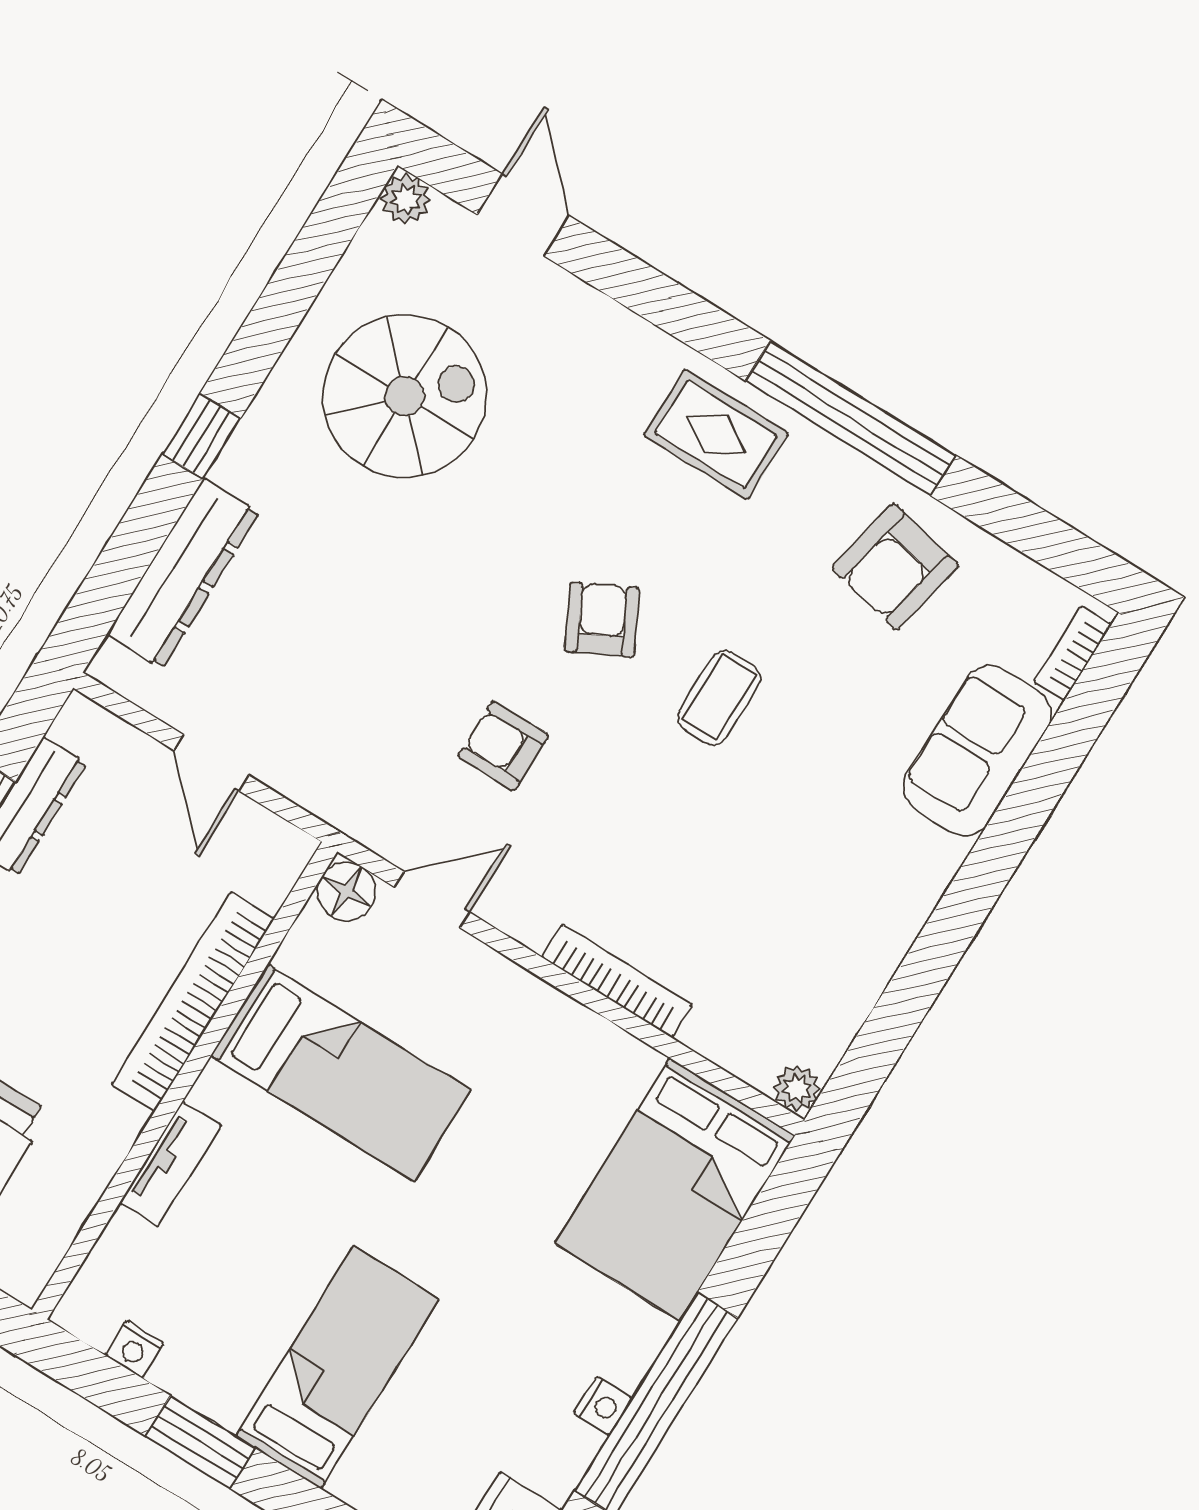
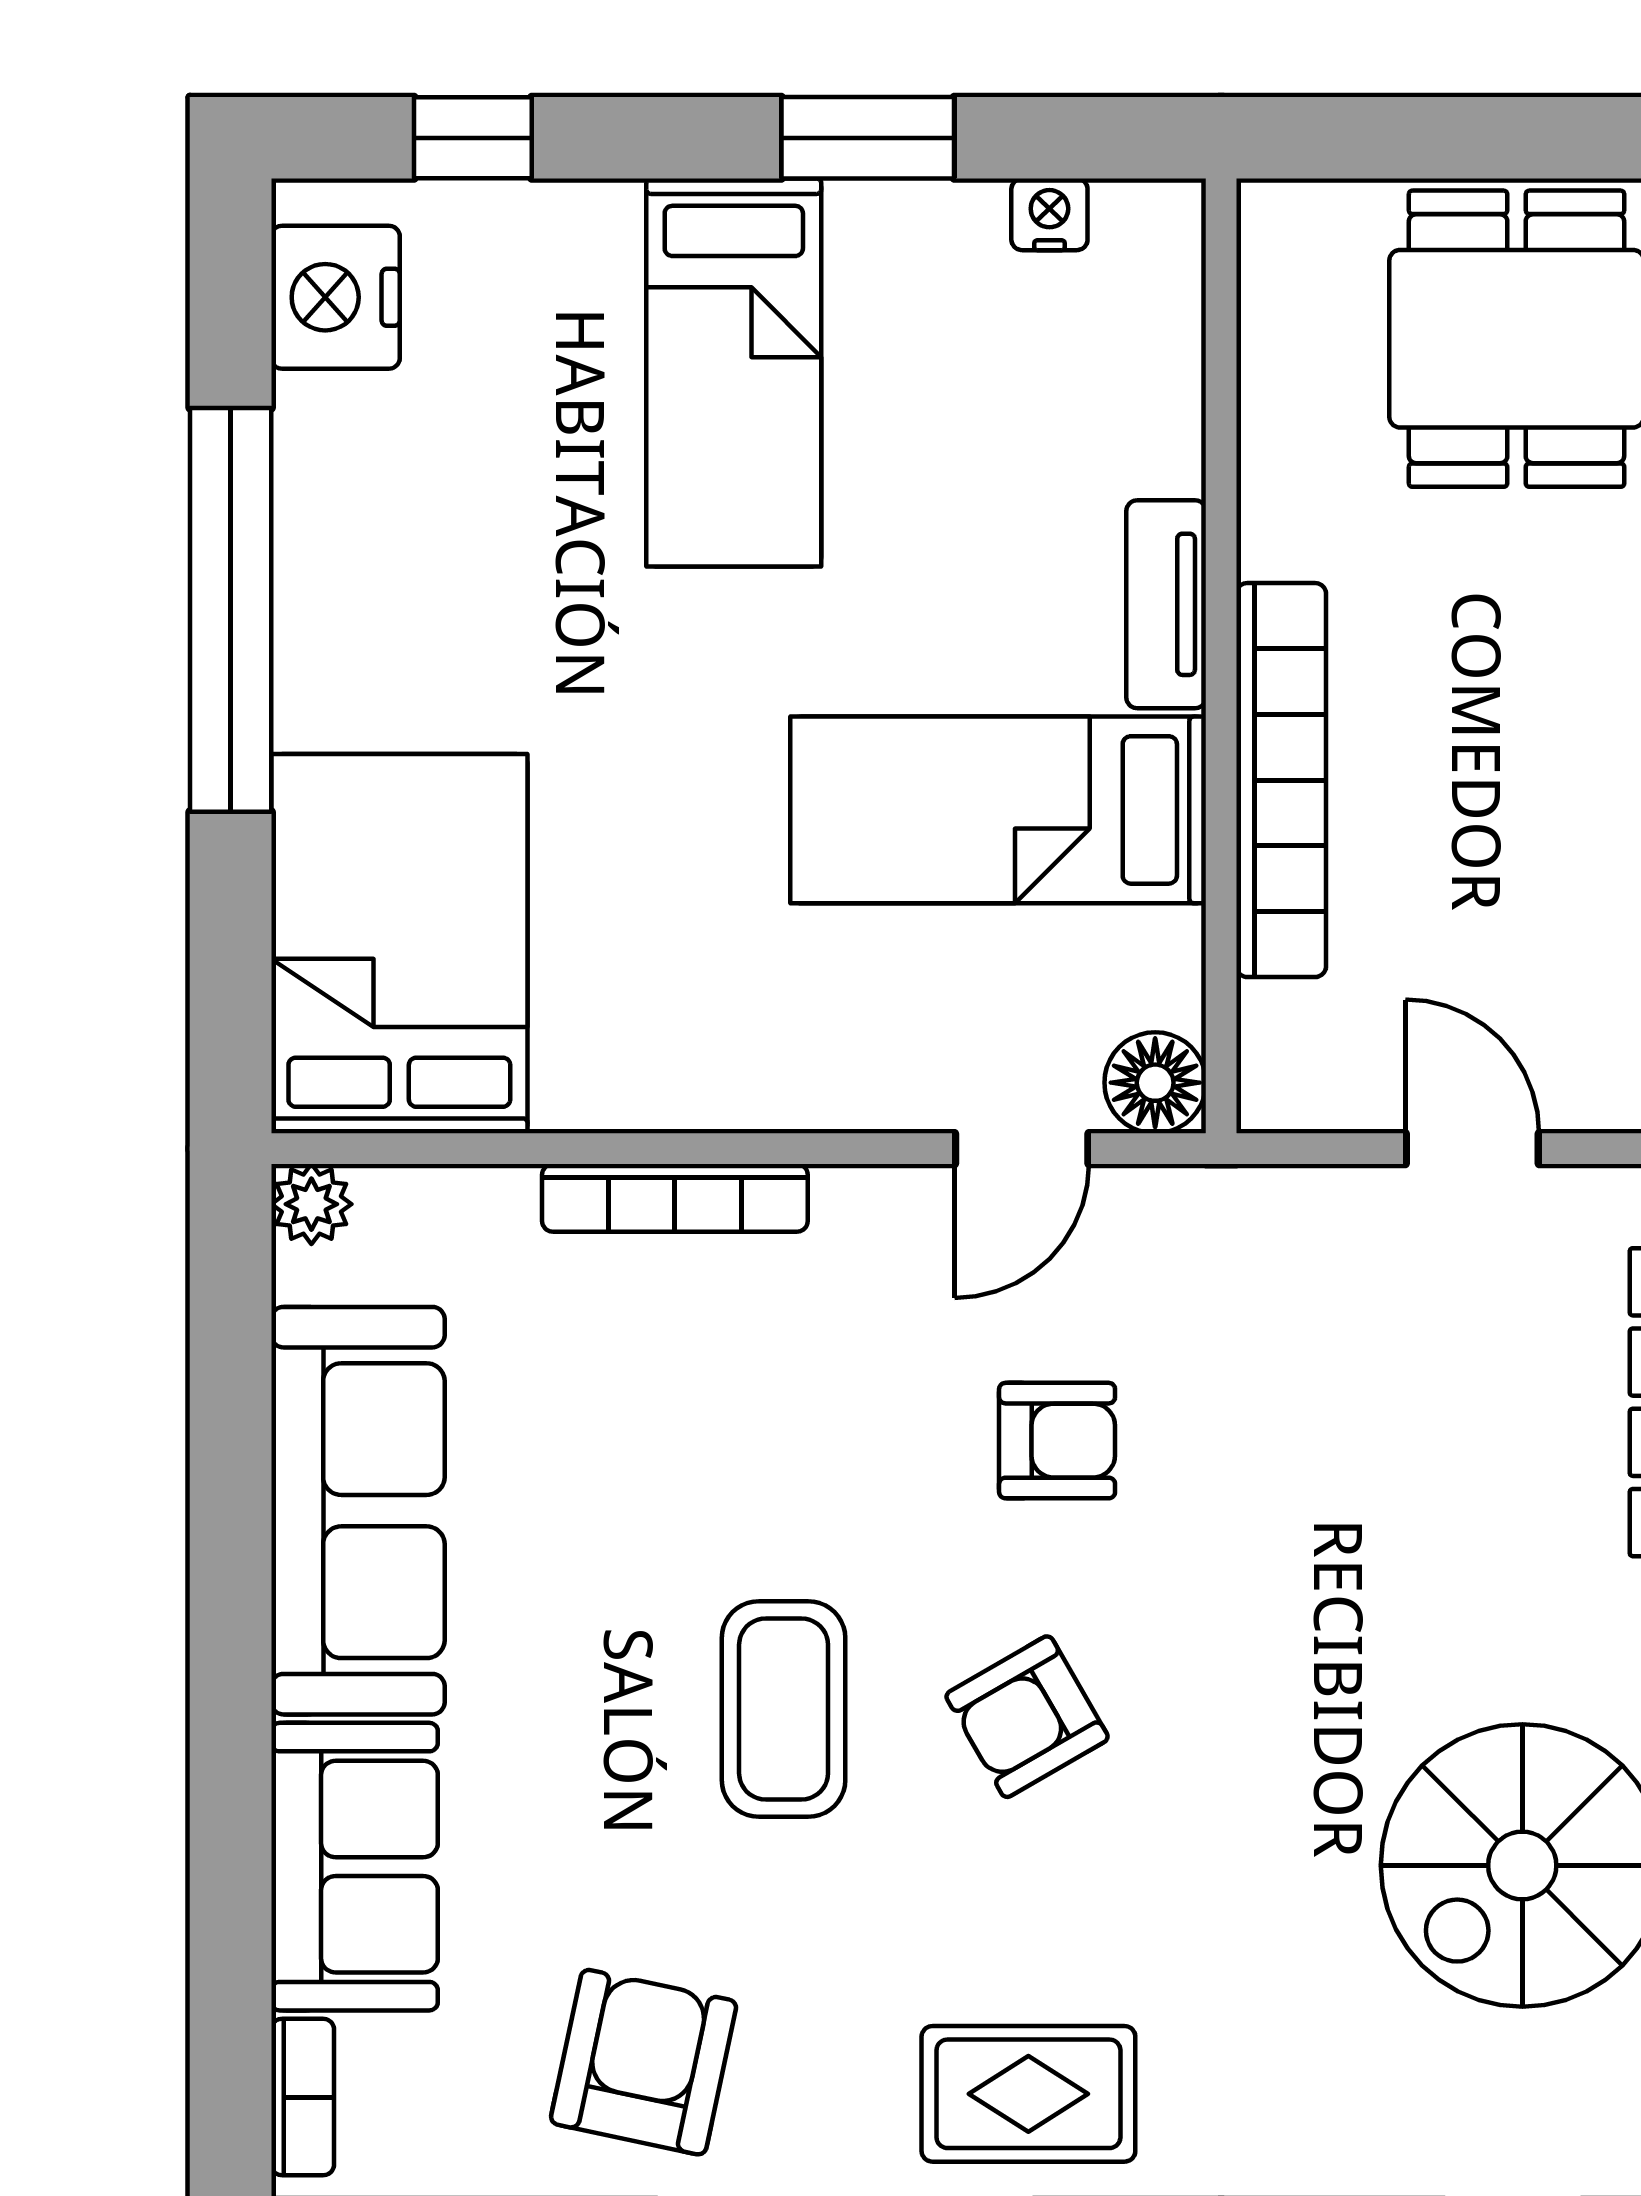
armchair: (602, 620) -> (1027, 1717), turned 87
coffee table: (719, 697) -> (784, 1709), width x1.36, depth x1.30
sofa: (867, 924) -> (358, 1511), added
tv unit: (170, 1164) -> (1166, 604), moved
nightstand: (603, 1406) -> (308, 559), removed

